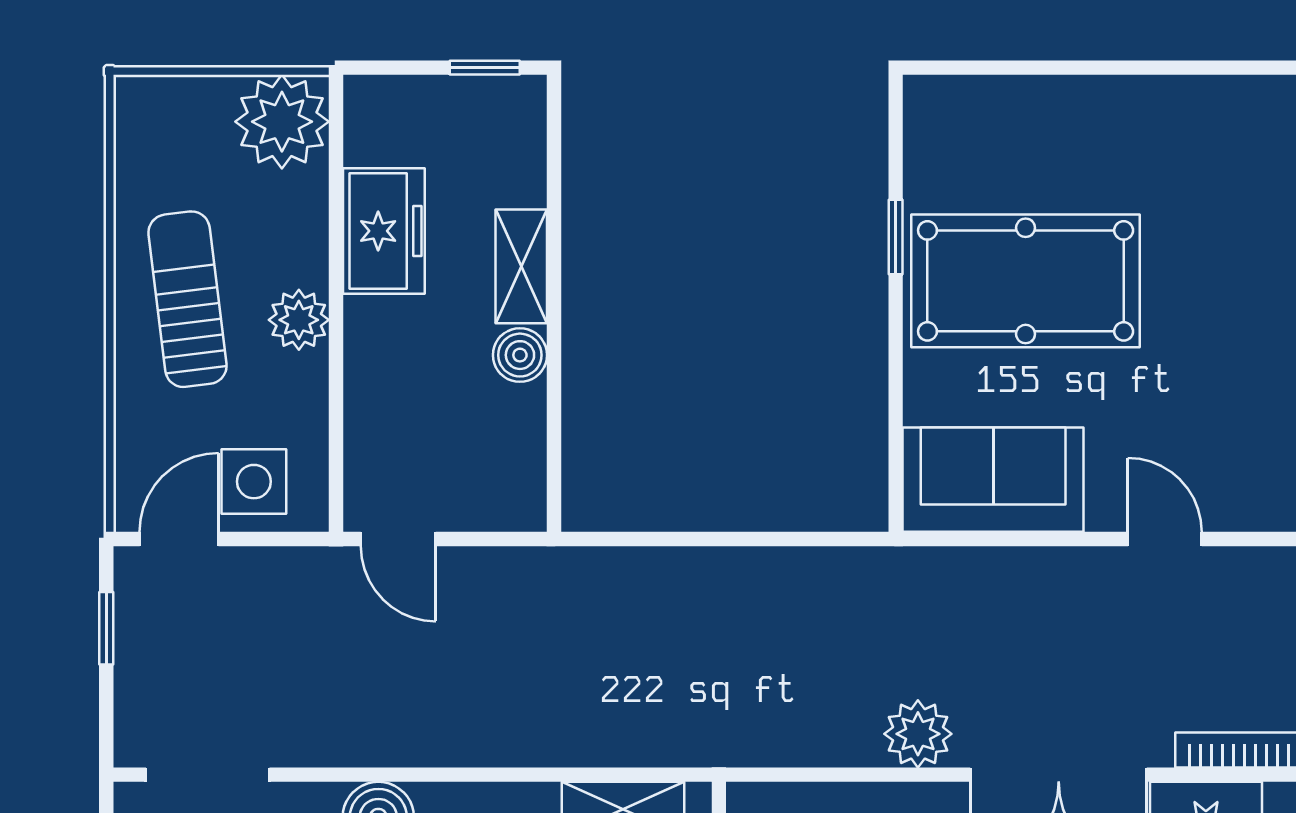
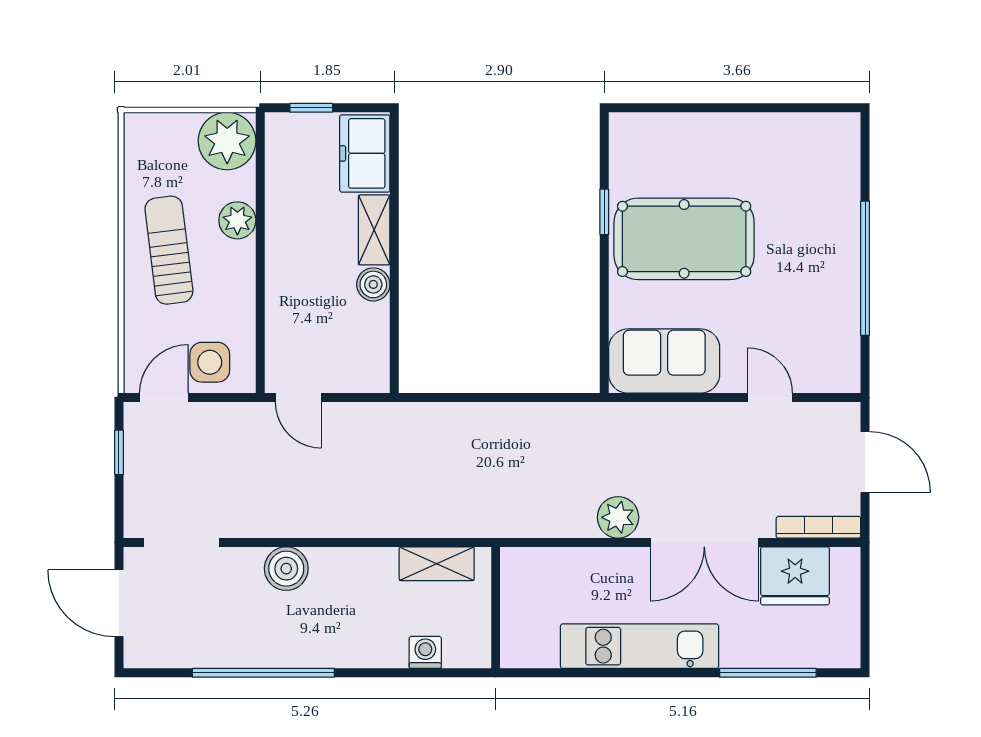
window: (485, 68) -> (311, 108), moved
freezer: (384, 231) -> (365, 153), moved, turned 180
plant: (299, 320) -> (237, 220), moved

